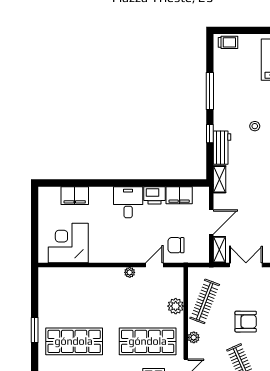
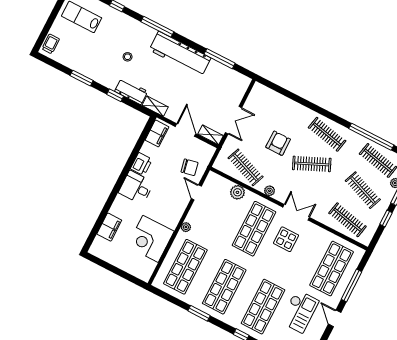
window: (210, 91) -> (82, 78), width x0.69
filing cabinet: (179, 195) -> (157, 133), moved
corner desk: (68, 243) -> (150, 239), moved
chair: (176, 245) -> (189, 167), turned -102
double door: (246, 265) -> (233, 120), swing flipped
plant: (130, 272) -> (186, 227), moved
shop shelf: (74, 292) -> (185, 267), added

